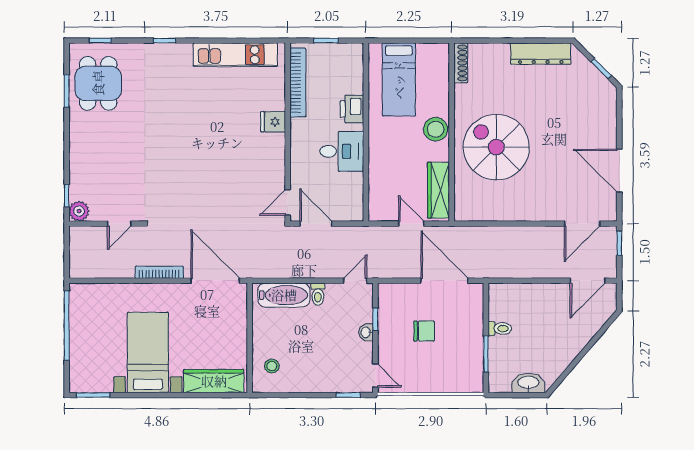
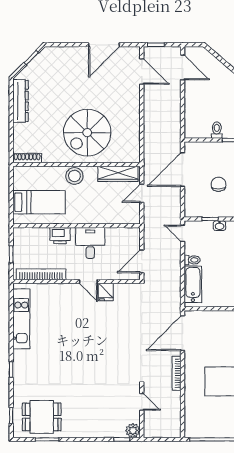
fridge: (273, 122) -> (106, 292), moved
door: (288, 202) -> (88, 282), moved

